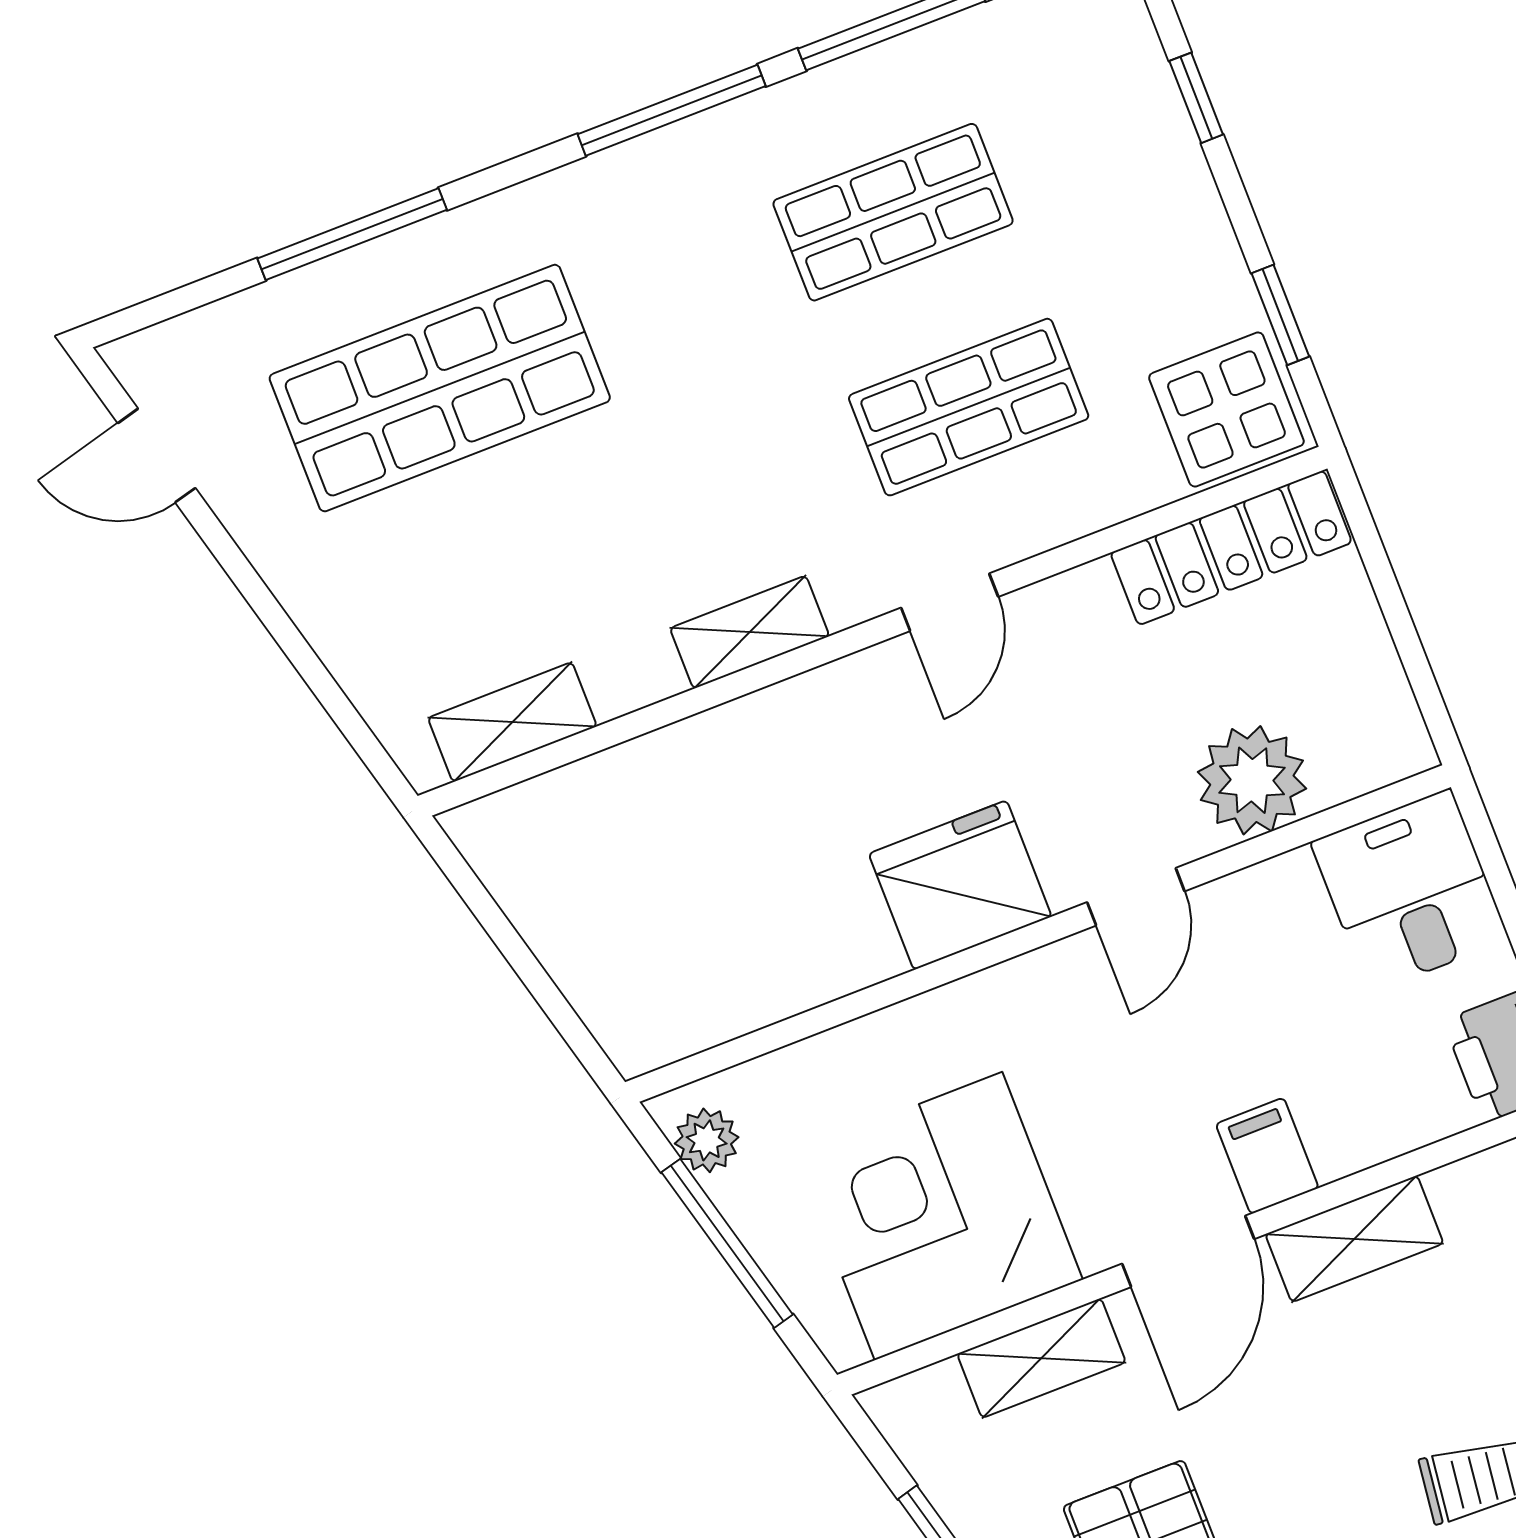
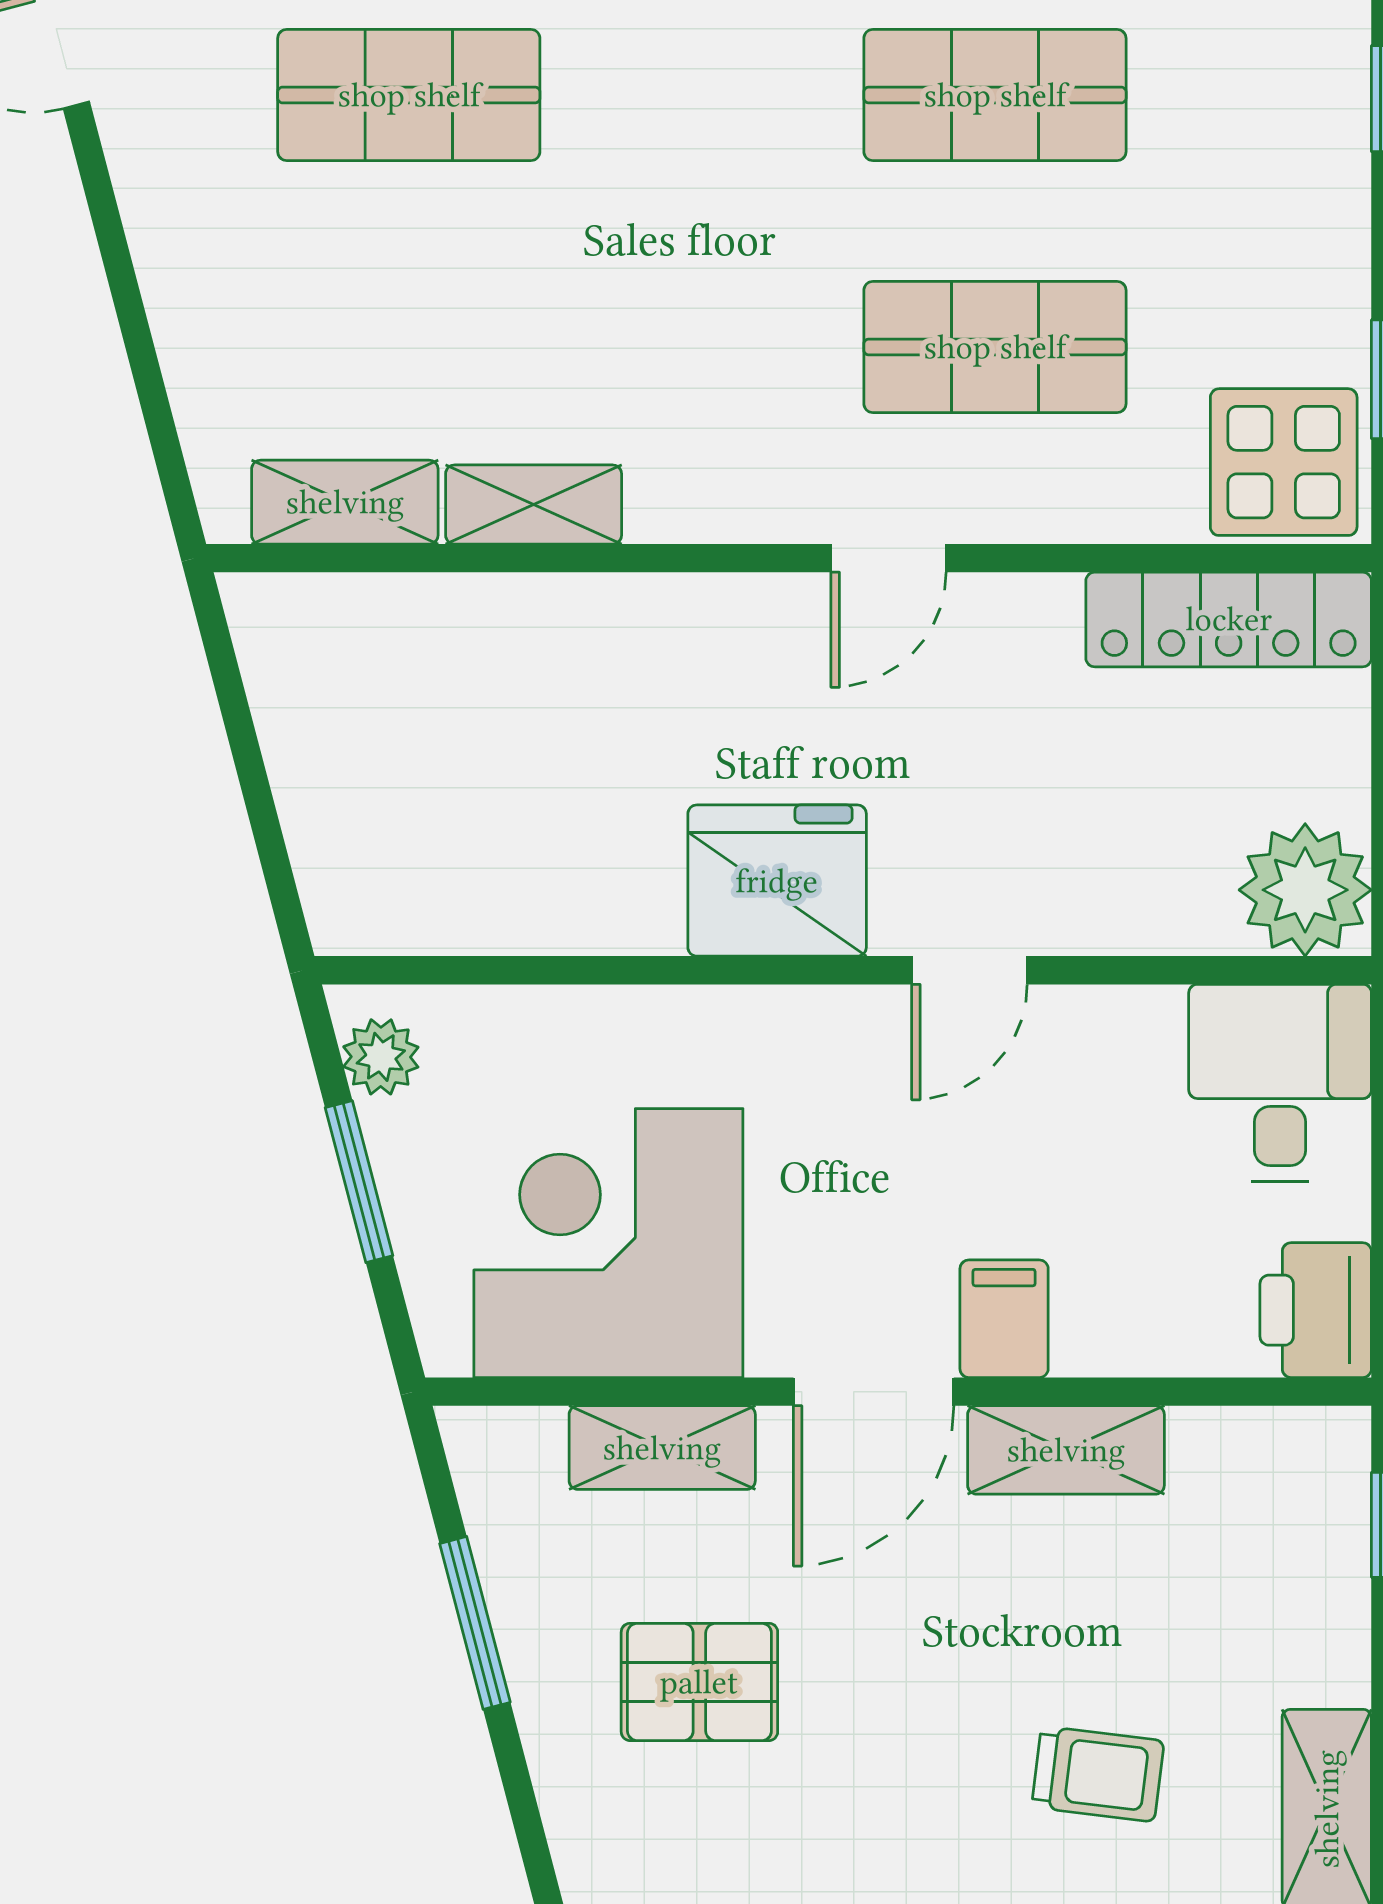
shop shelf: (440, 388) -> (409, 95), width x0.70, depth x0.74
shelving: (750, 632) -> (534, 505), moved
plant: (1252, 780) -> (1305, 890), moved
window: (727, 1243) -> (359, 1182), width x0.69

